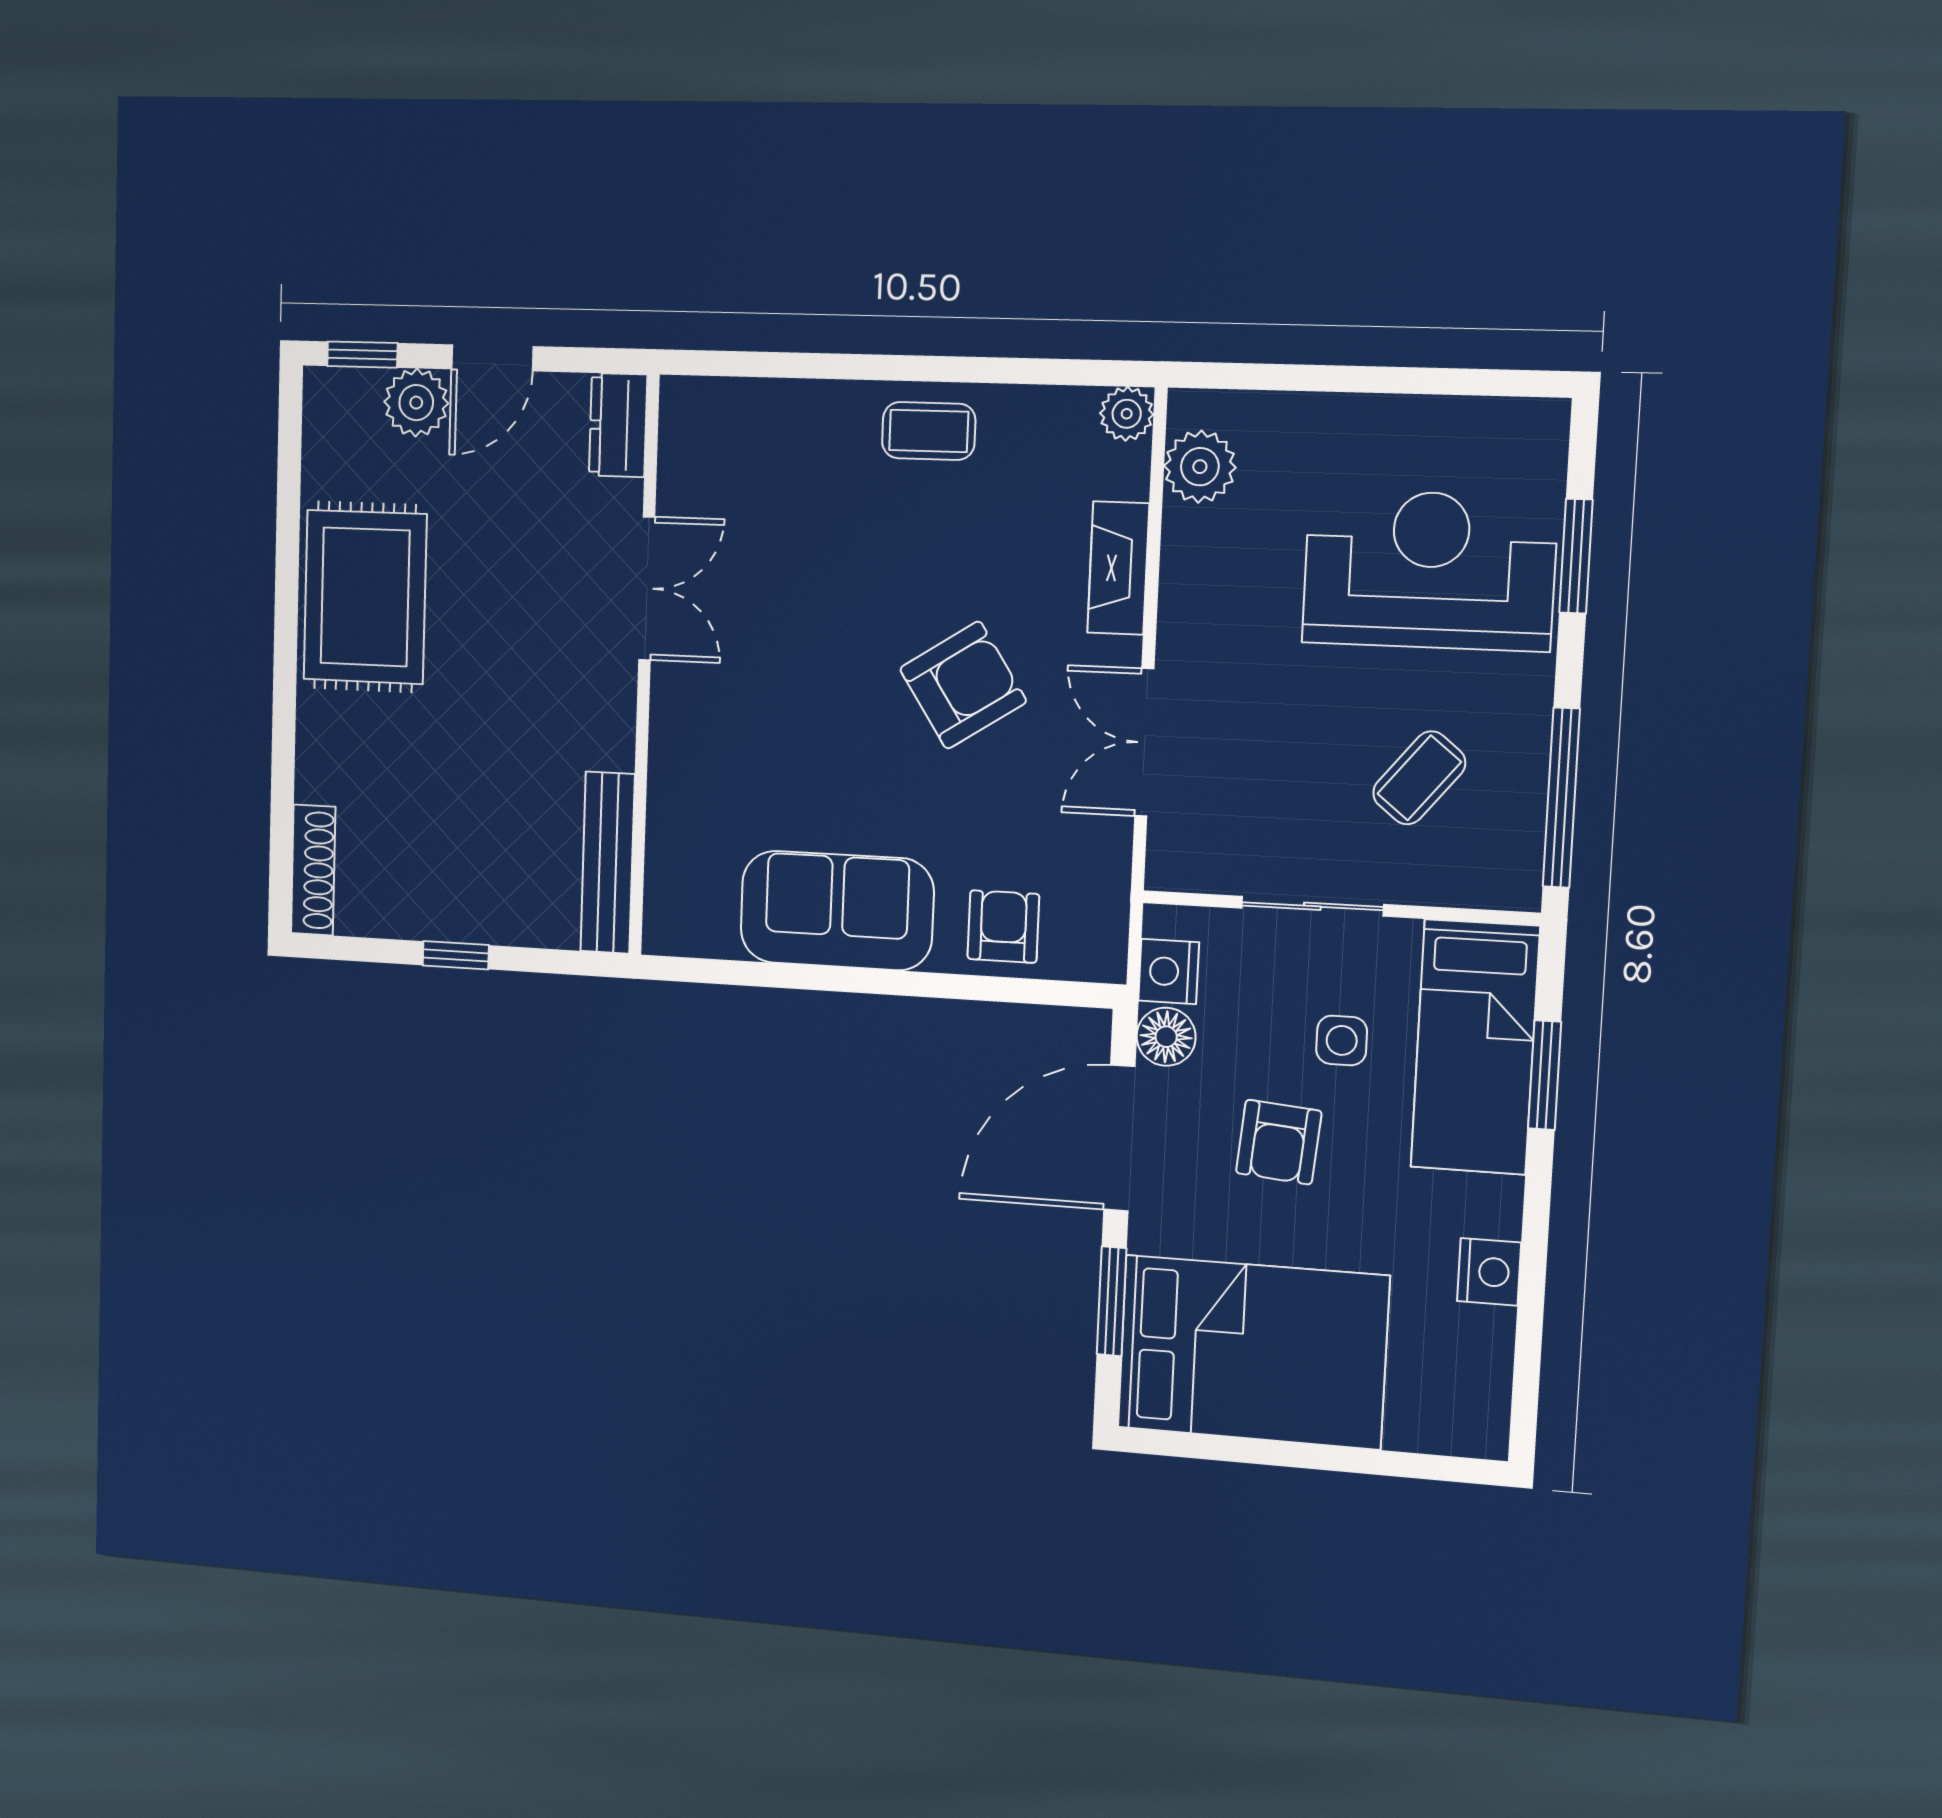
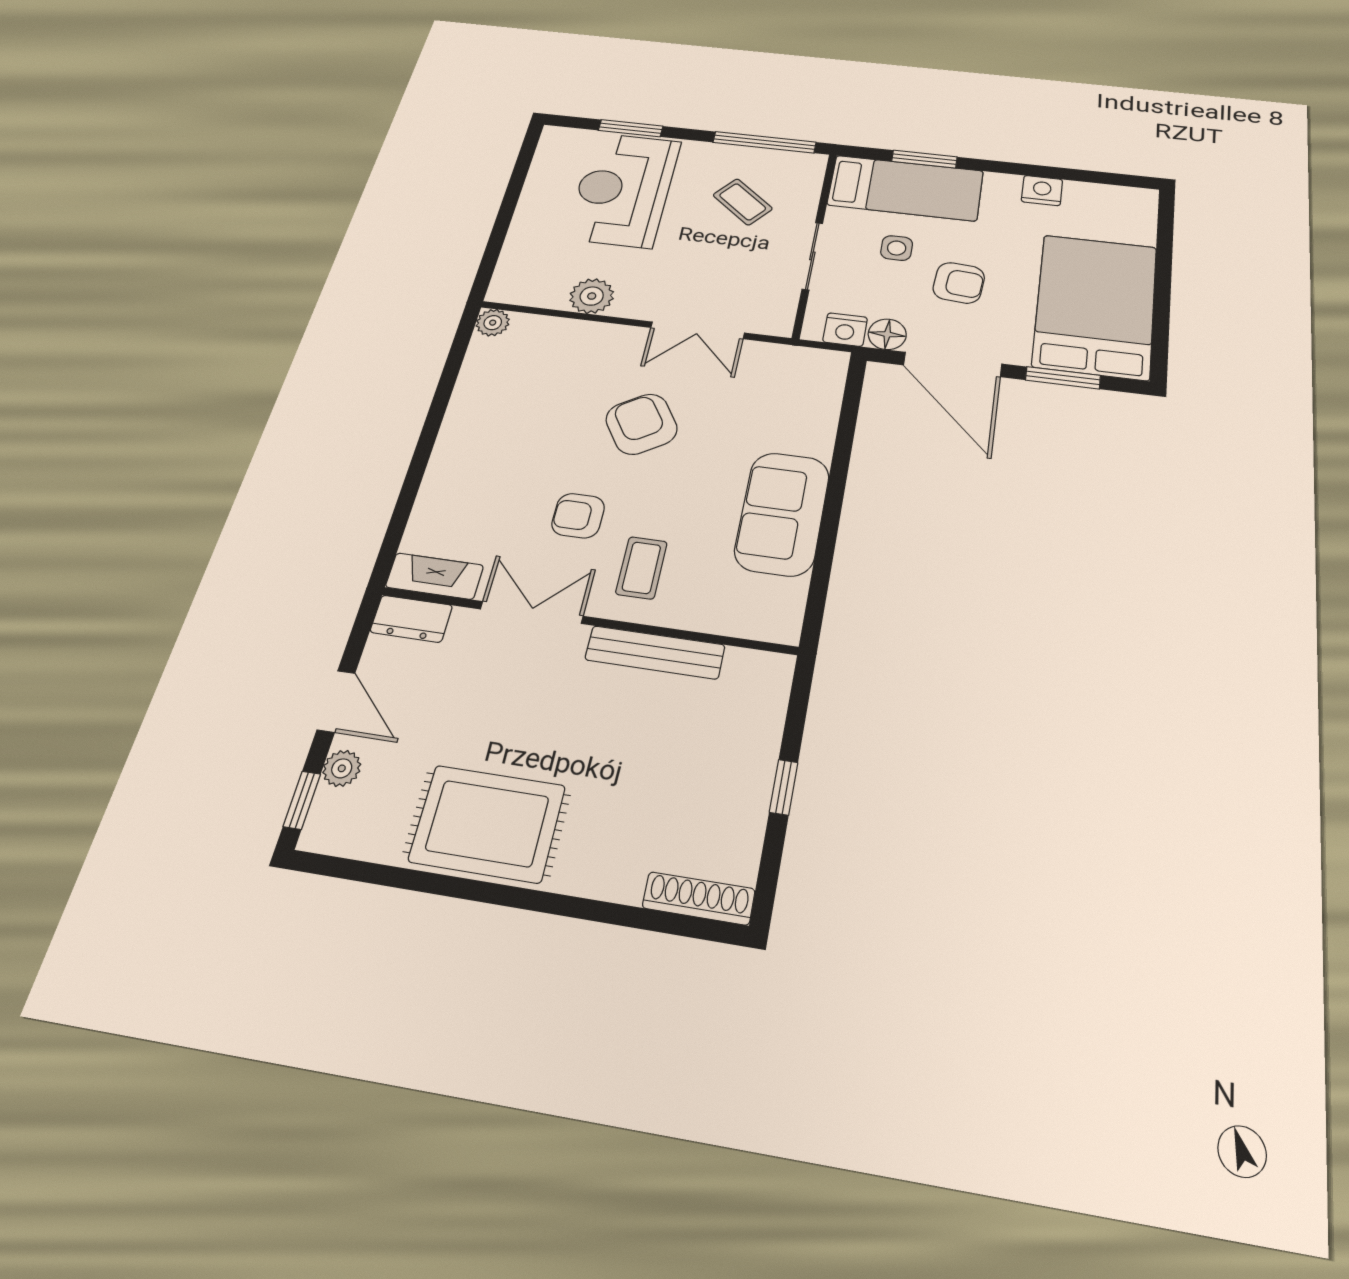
plant: (416, 403) -> (342, 768), width x0.73, depth x0.73
coffee table: (929, 431) -> (641, 568), moved
plant: (1200, 467) -> (592, 296), moved
fireplace: (1118, 568) -> (435, 576), moved, turned 180
bench: (608, 863) -> (655, 652), moved
armchair: (1003, 927) -> (578, 516), moved

